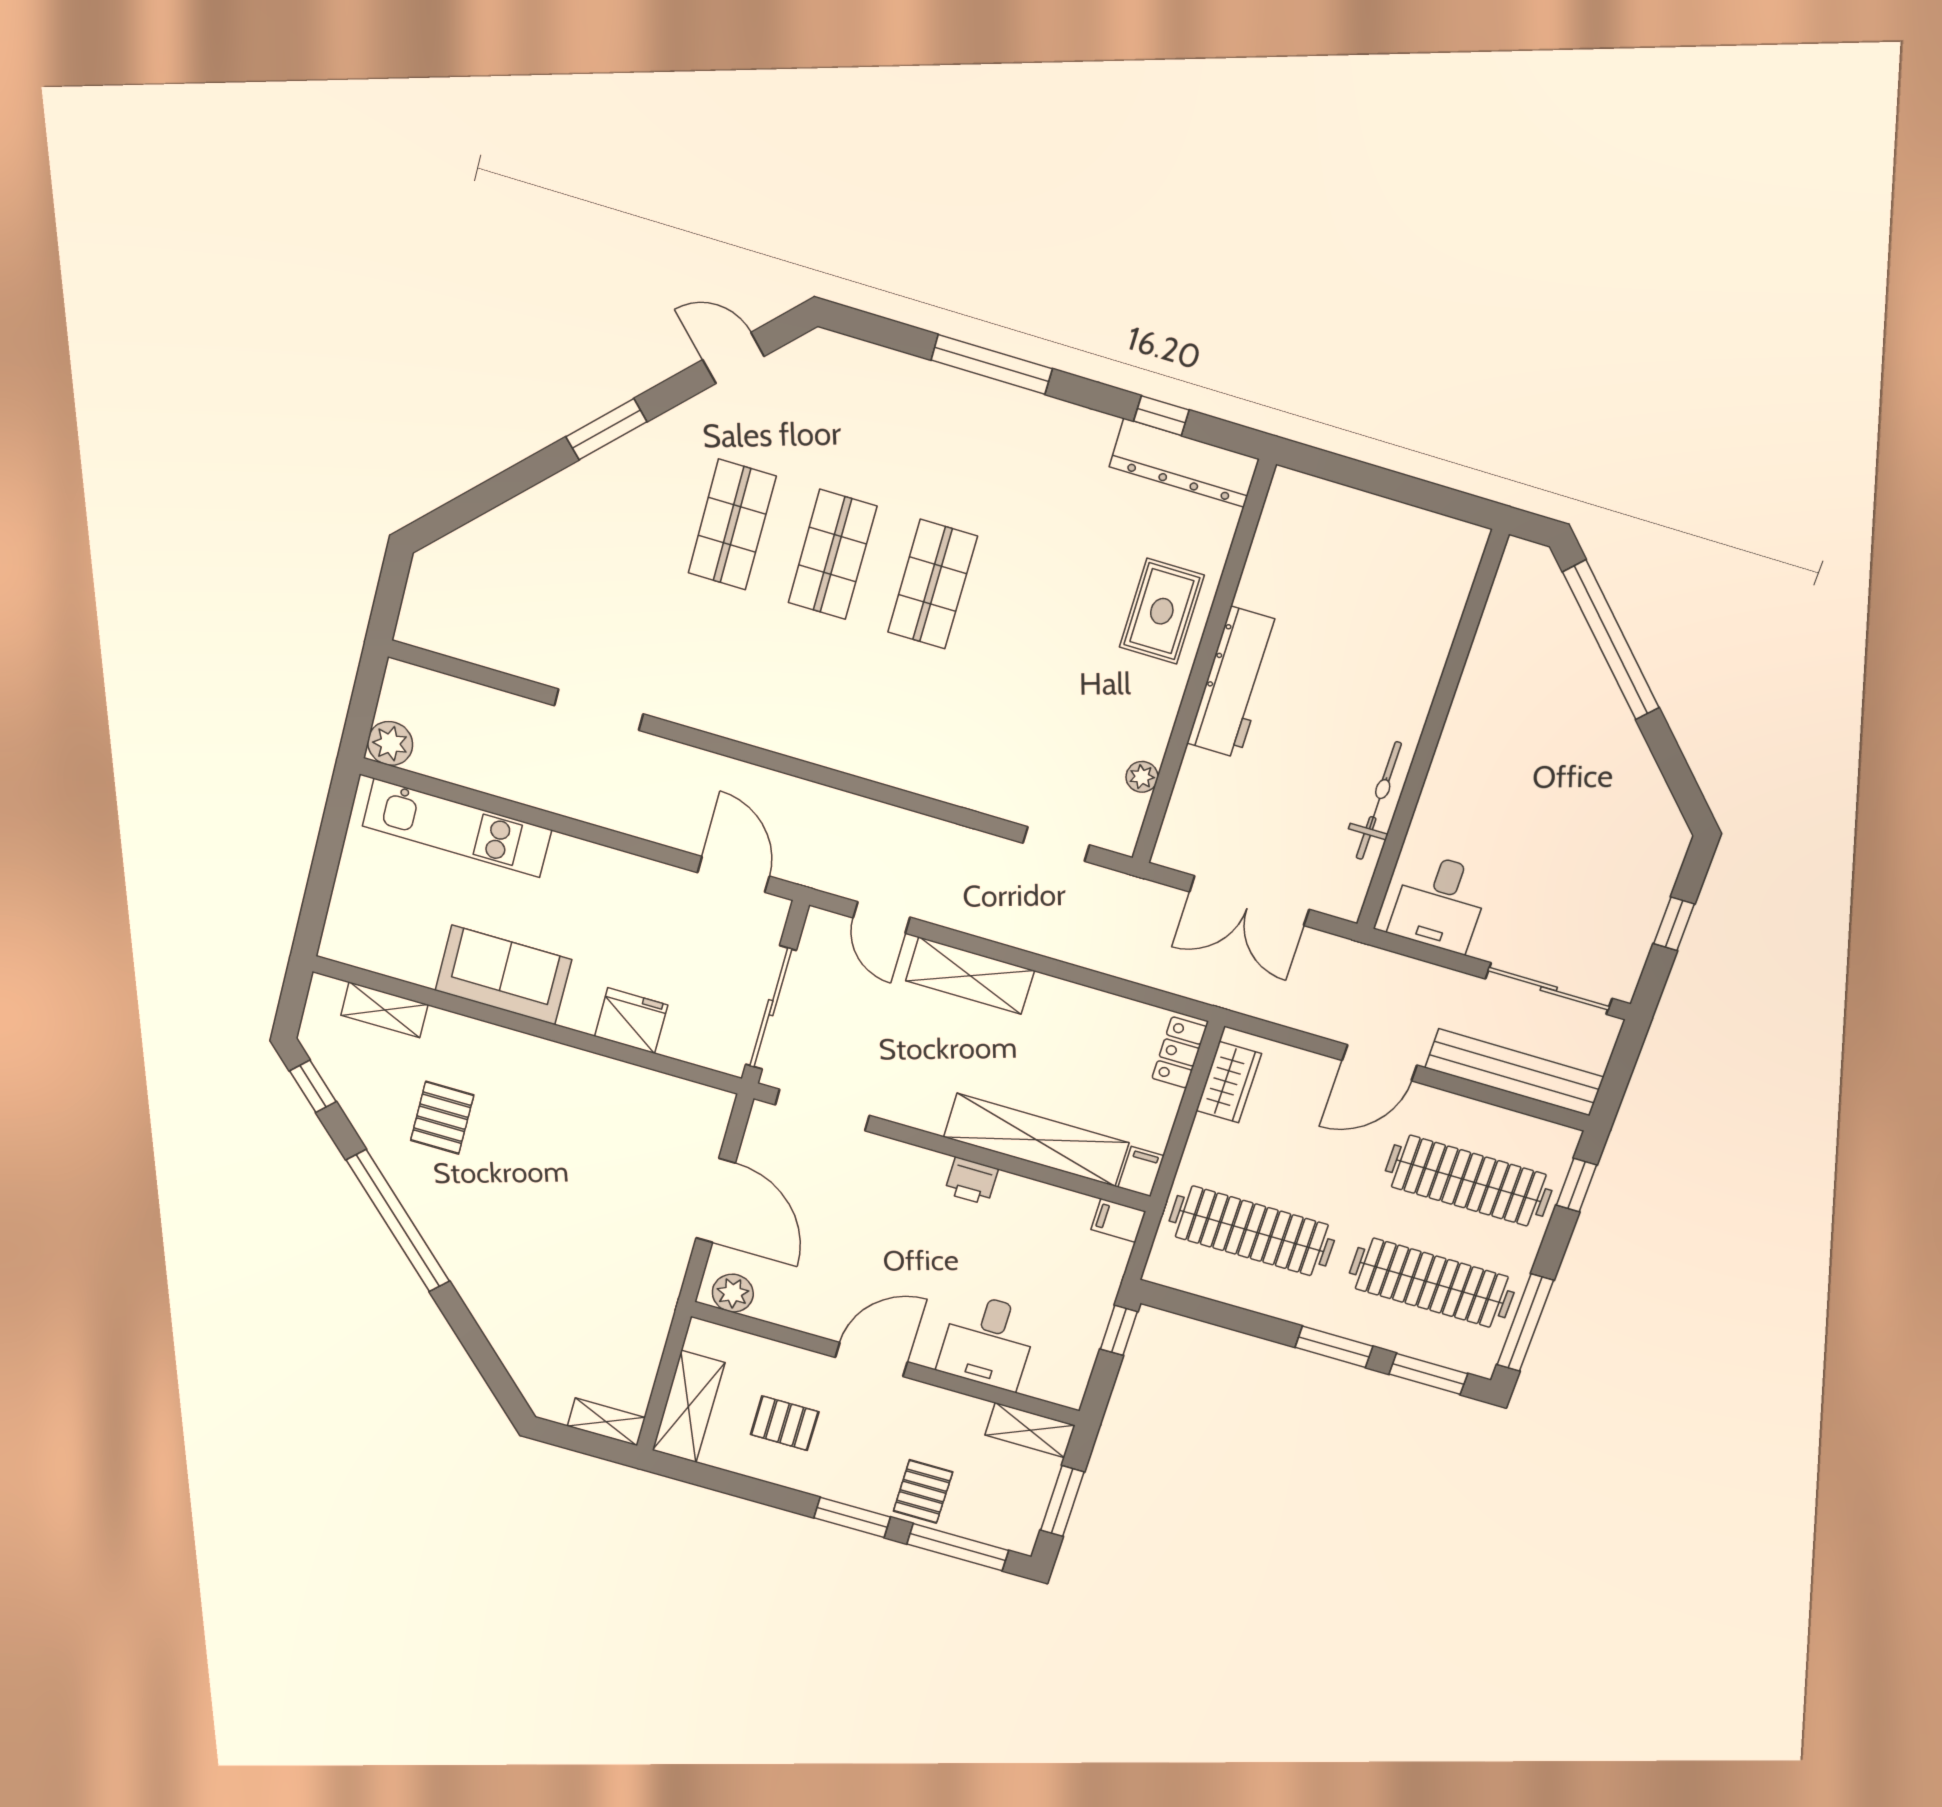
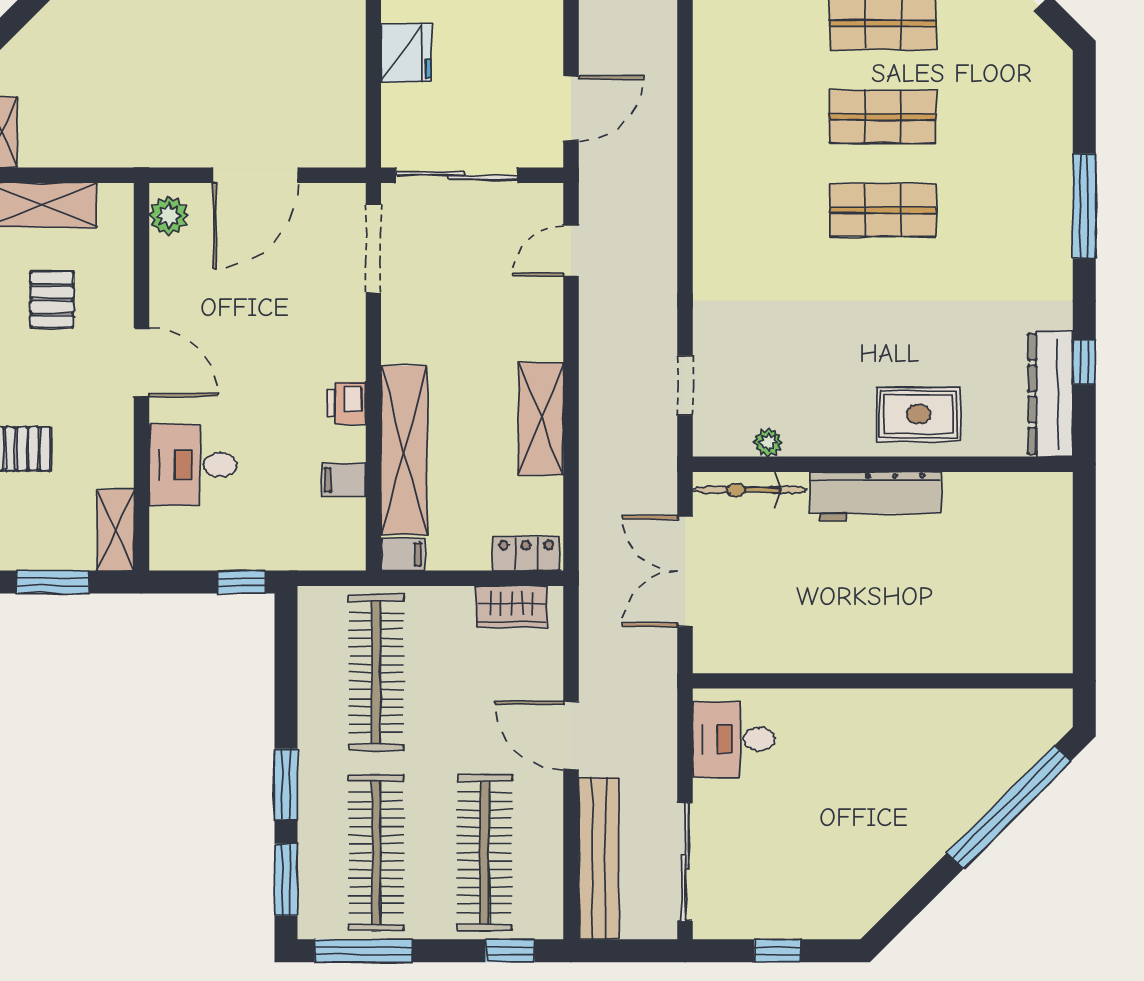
bicycle: (1379, 801) -> (750, 490), moved, turned 180
shelving: (970, 976) -> (541, 419), moved
filing cabinet: (1118, 1220) -> (343, 480), moved, turned -90

